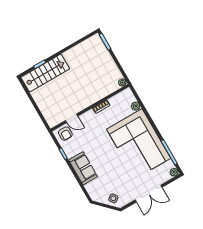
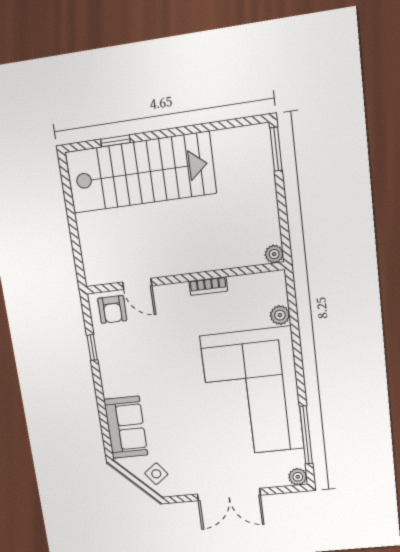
stairs: (45, 73) -> (141, 173), width x1.36, depth x1.51
sofa: (83, 168) -> (126, 427), moved

